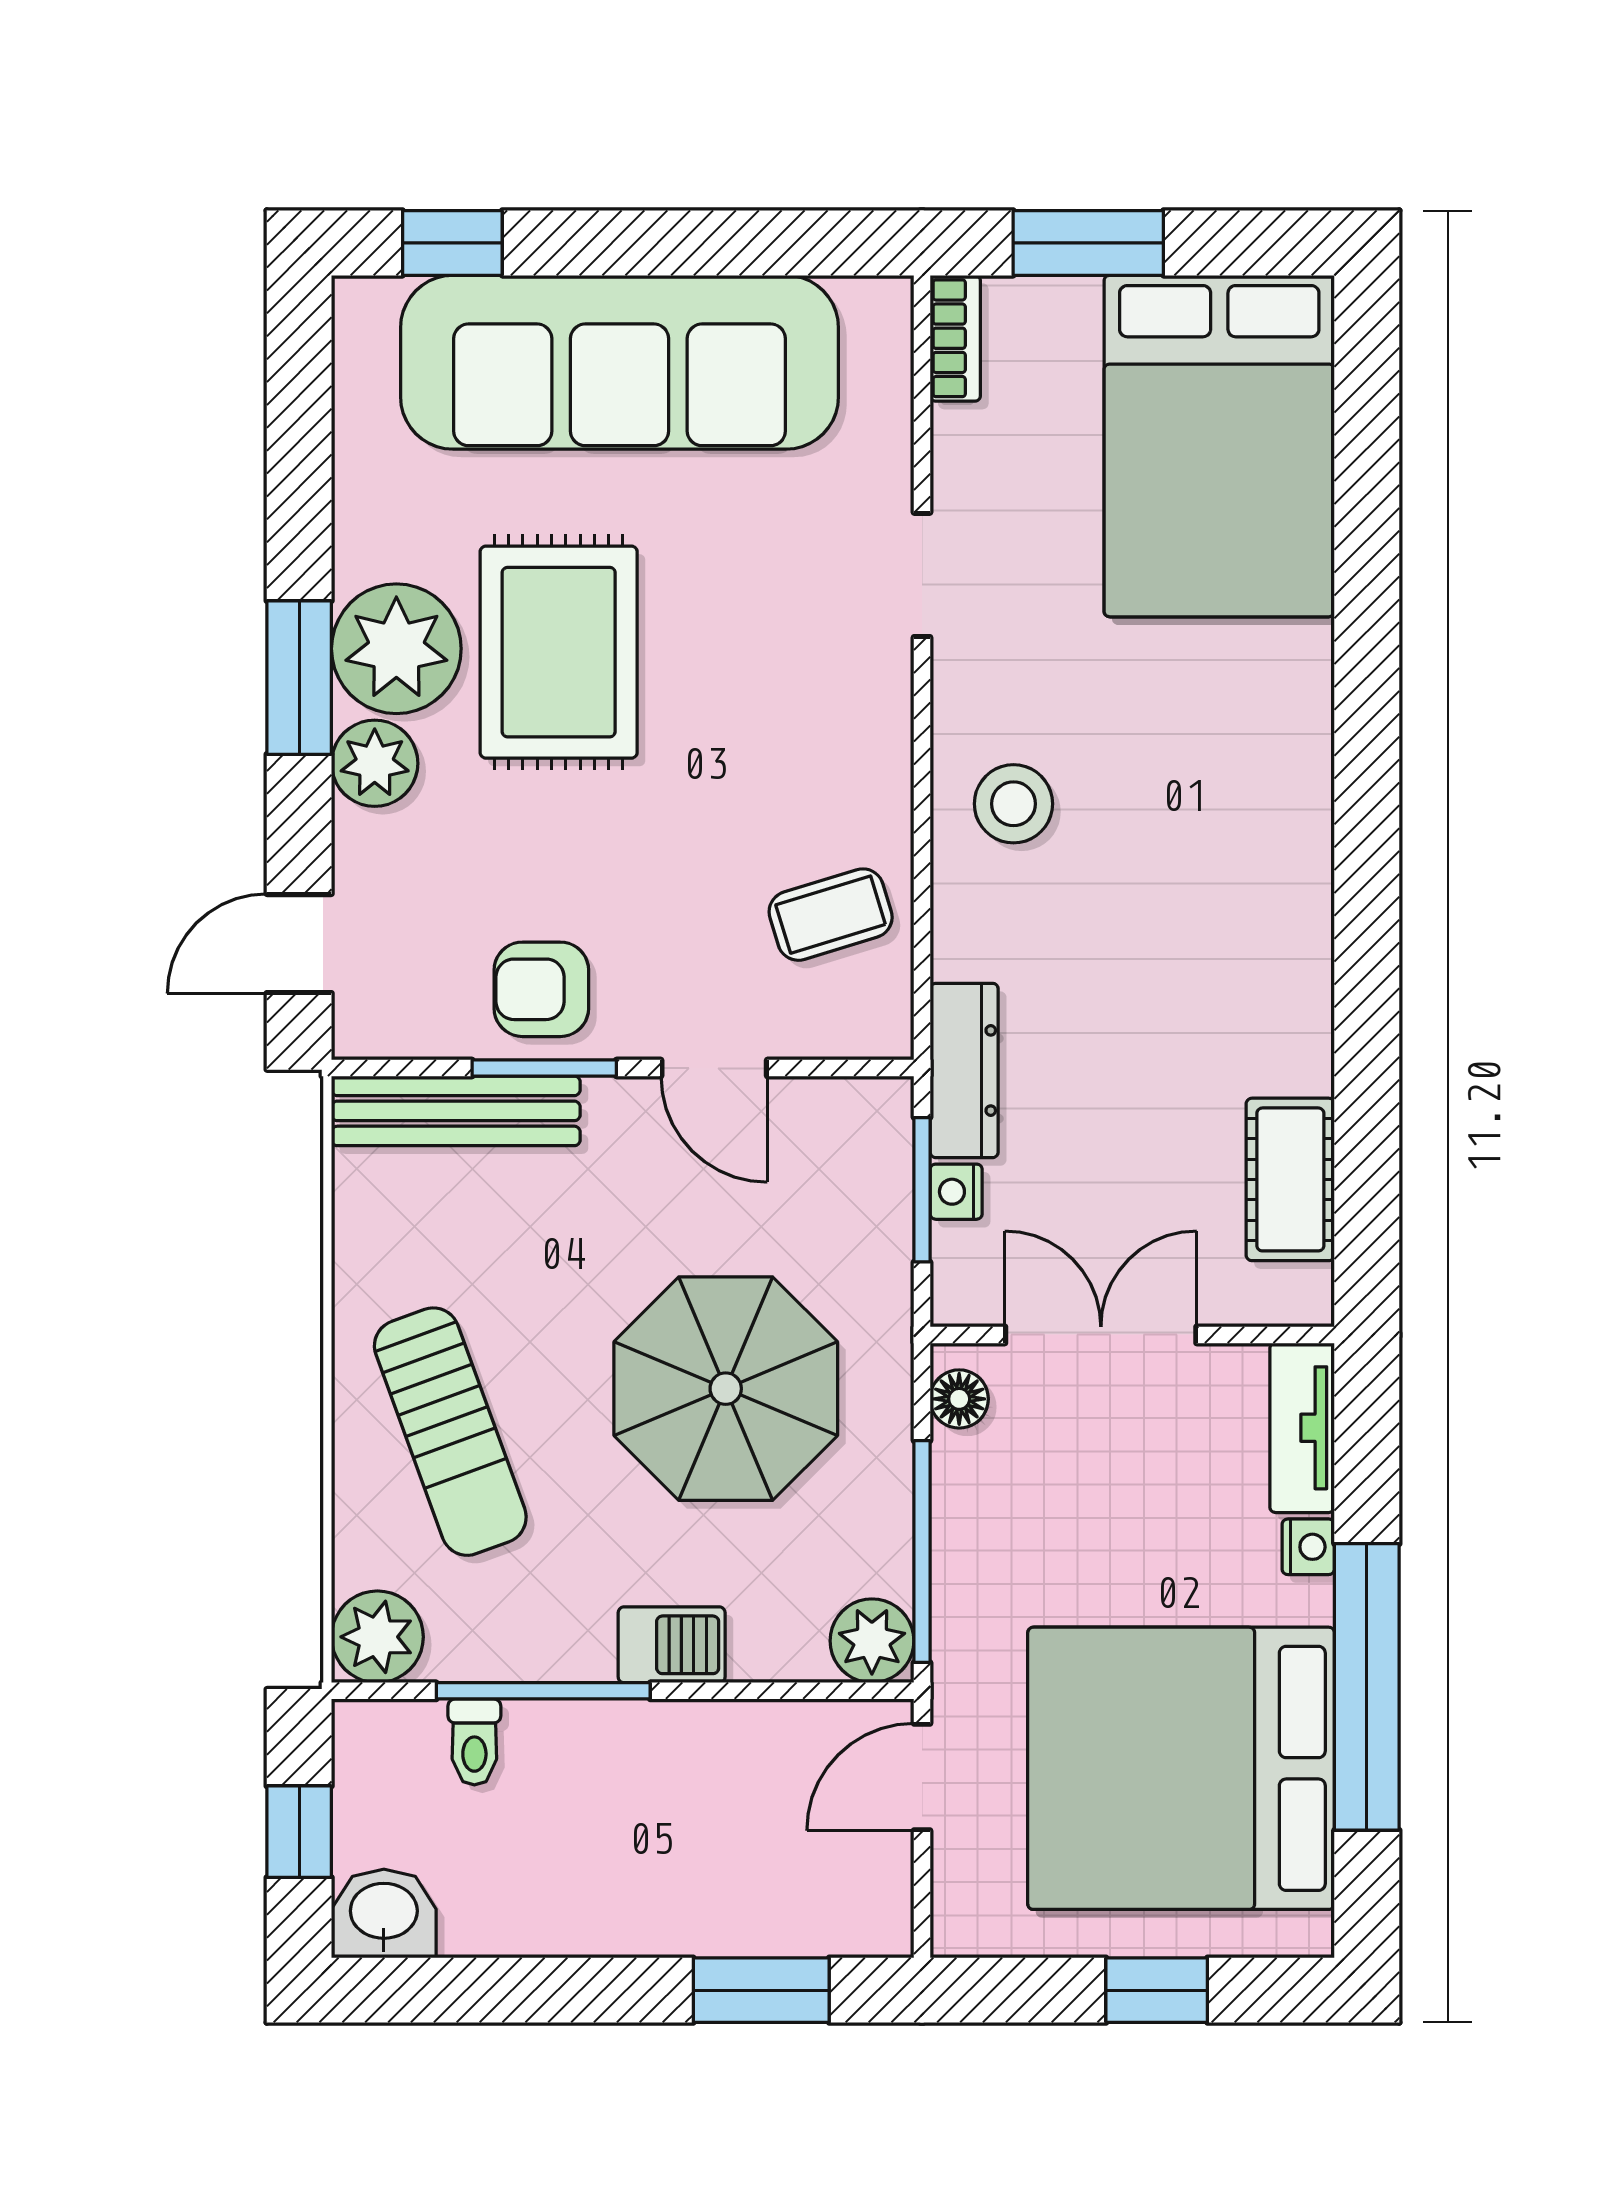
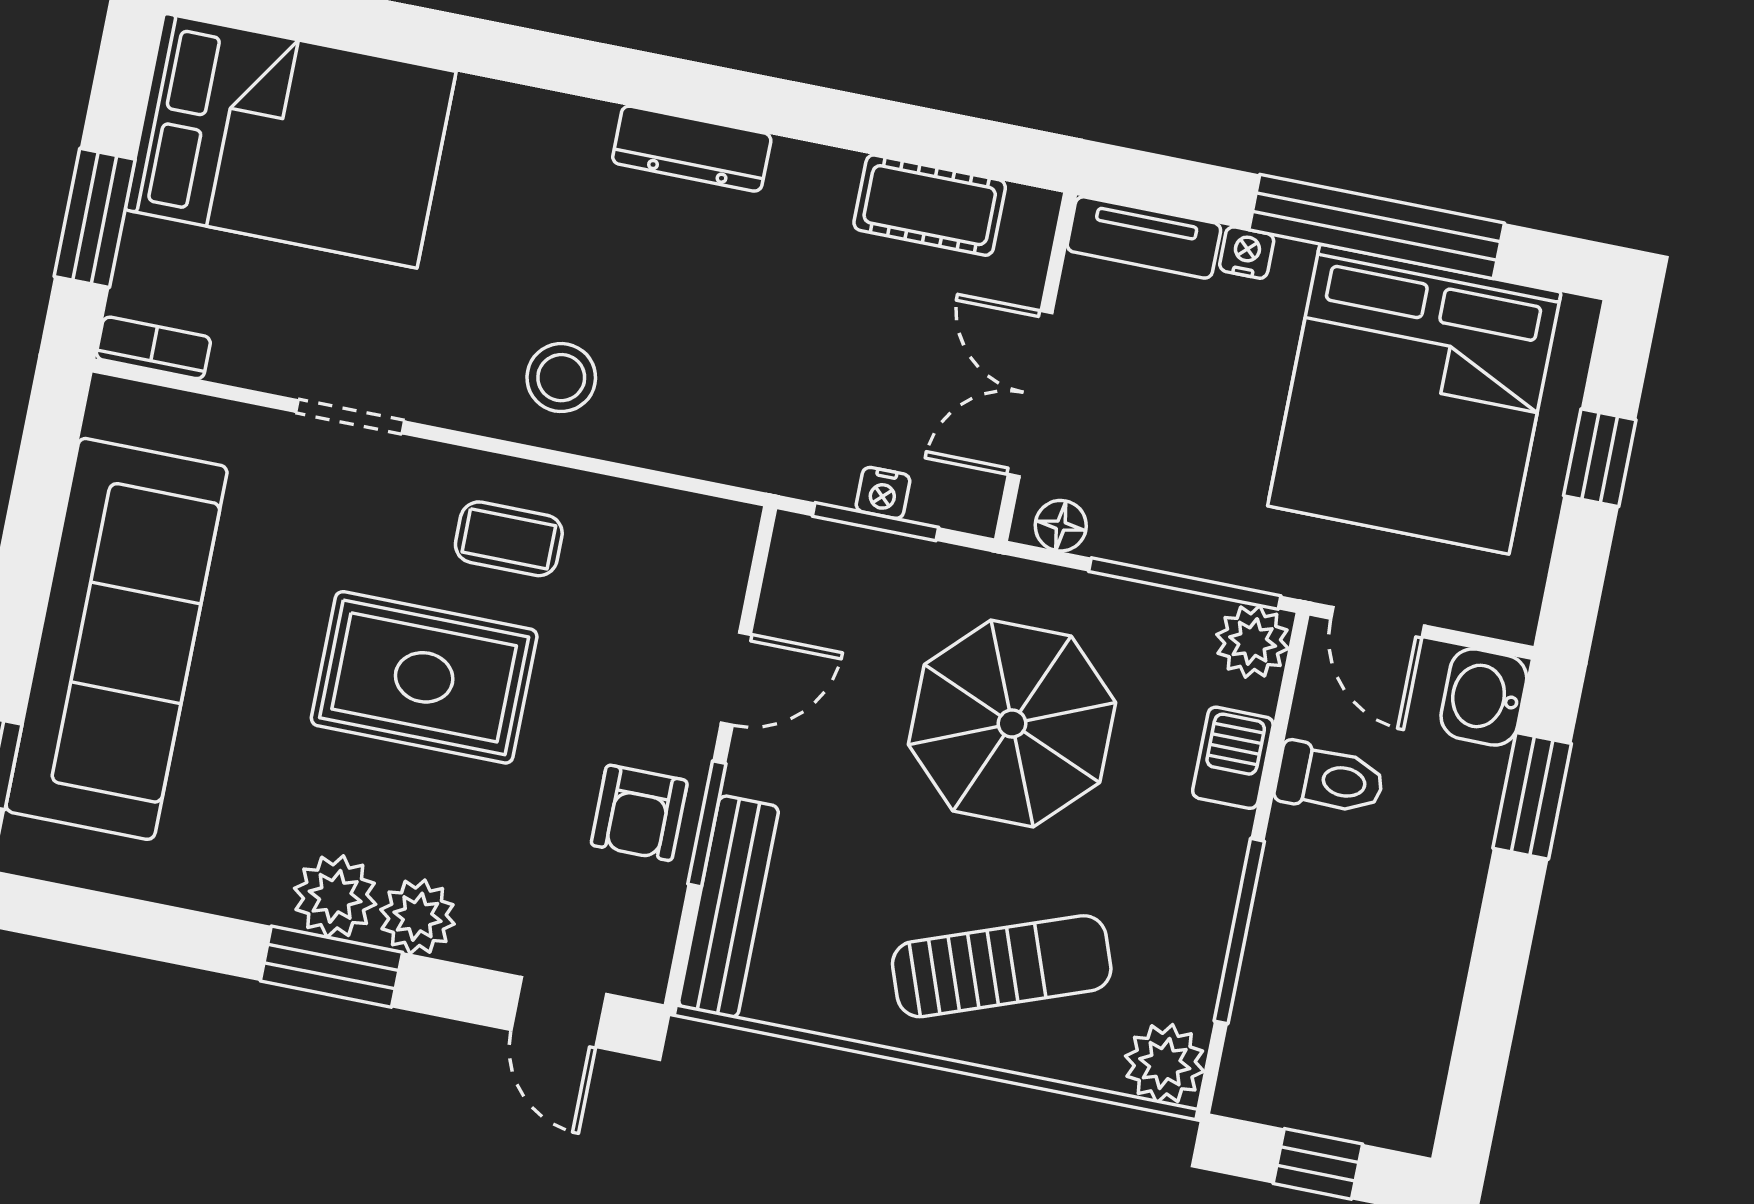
plant: (396, 649) -> (335, 896), width x0.73, depth x0.73
rug: (559, 652) -> (424, 677), moved
coffee table: (831, 915) -> (509, 539), moved, turned -73
dresser: (964, 1070) -> (692, 149), moved, turned 180
barbecue: (672, 1645) -> (1233, 758), moved
toilet: (474, 1742) -> (1330, 779), moved, width x1.37, depth x1.39
washbasin: (384, 1913) -> (1484, 697), moved

